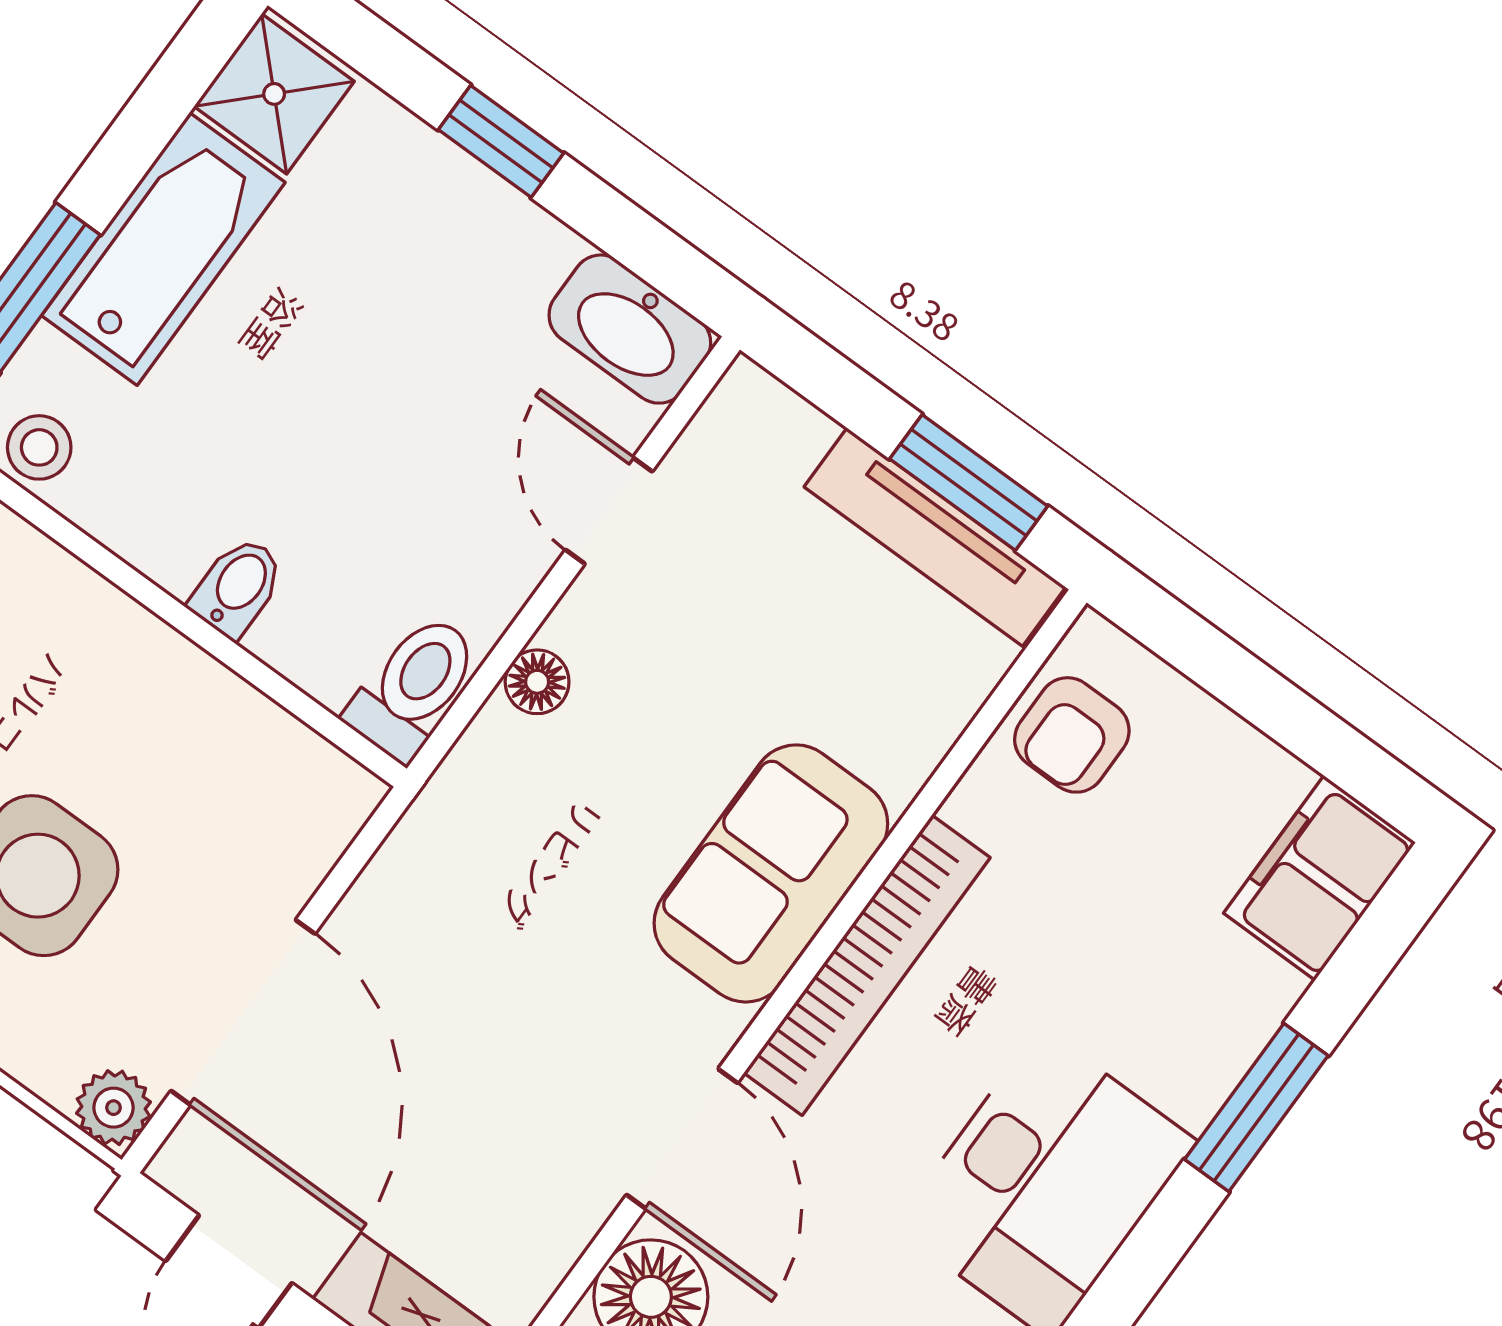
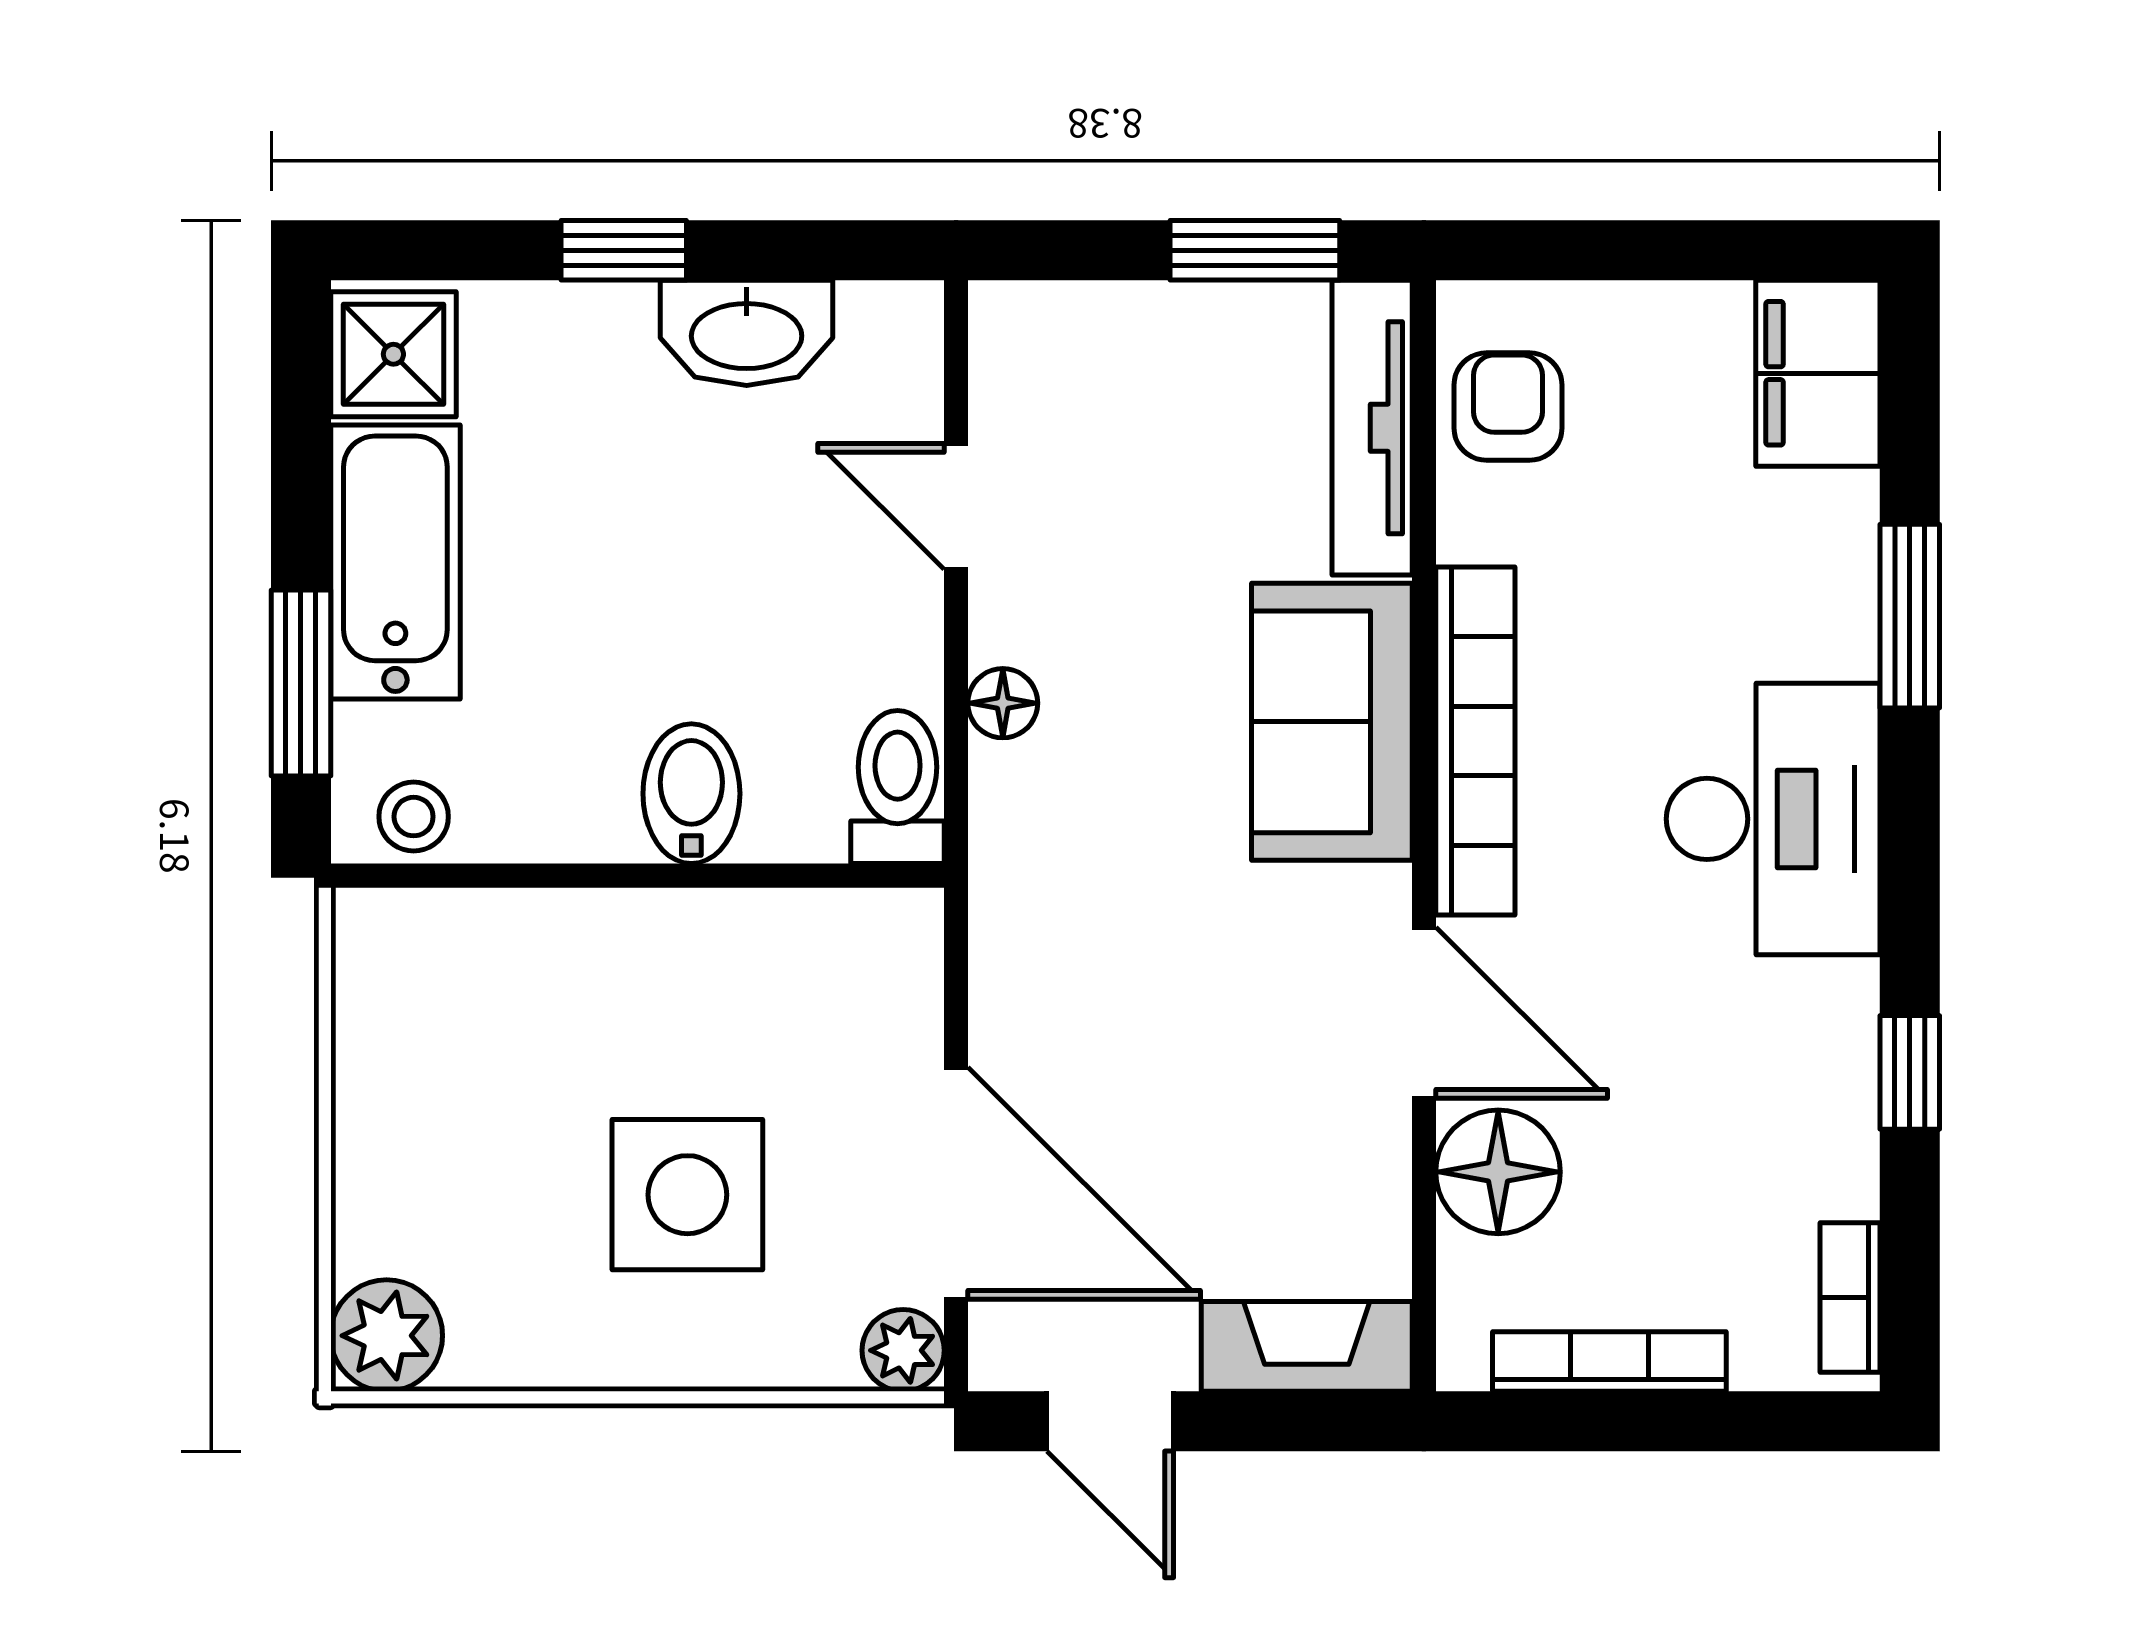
washbasin: (630, 329) -> (747, 333), moved
tv unit: (935, 537) -> (1372, 428), moved, turned 90
bidet: (238, 587) -> (691, 794), width x1.38, depth x1.36
armchair: (1072, 735) -> (1508, 407), turned 180

